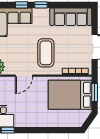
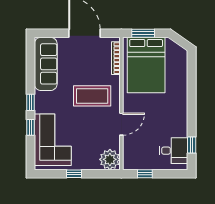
door: (24, 76) -> (121, 124), hinge flipped

